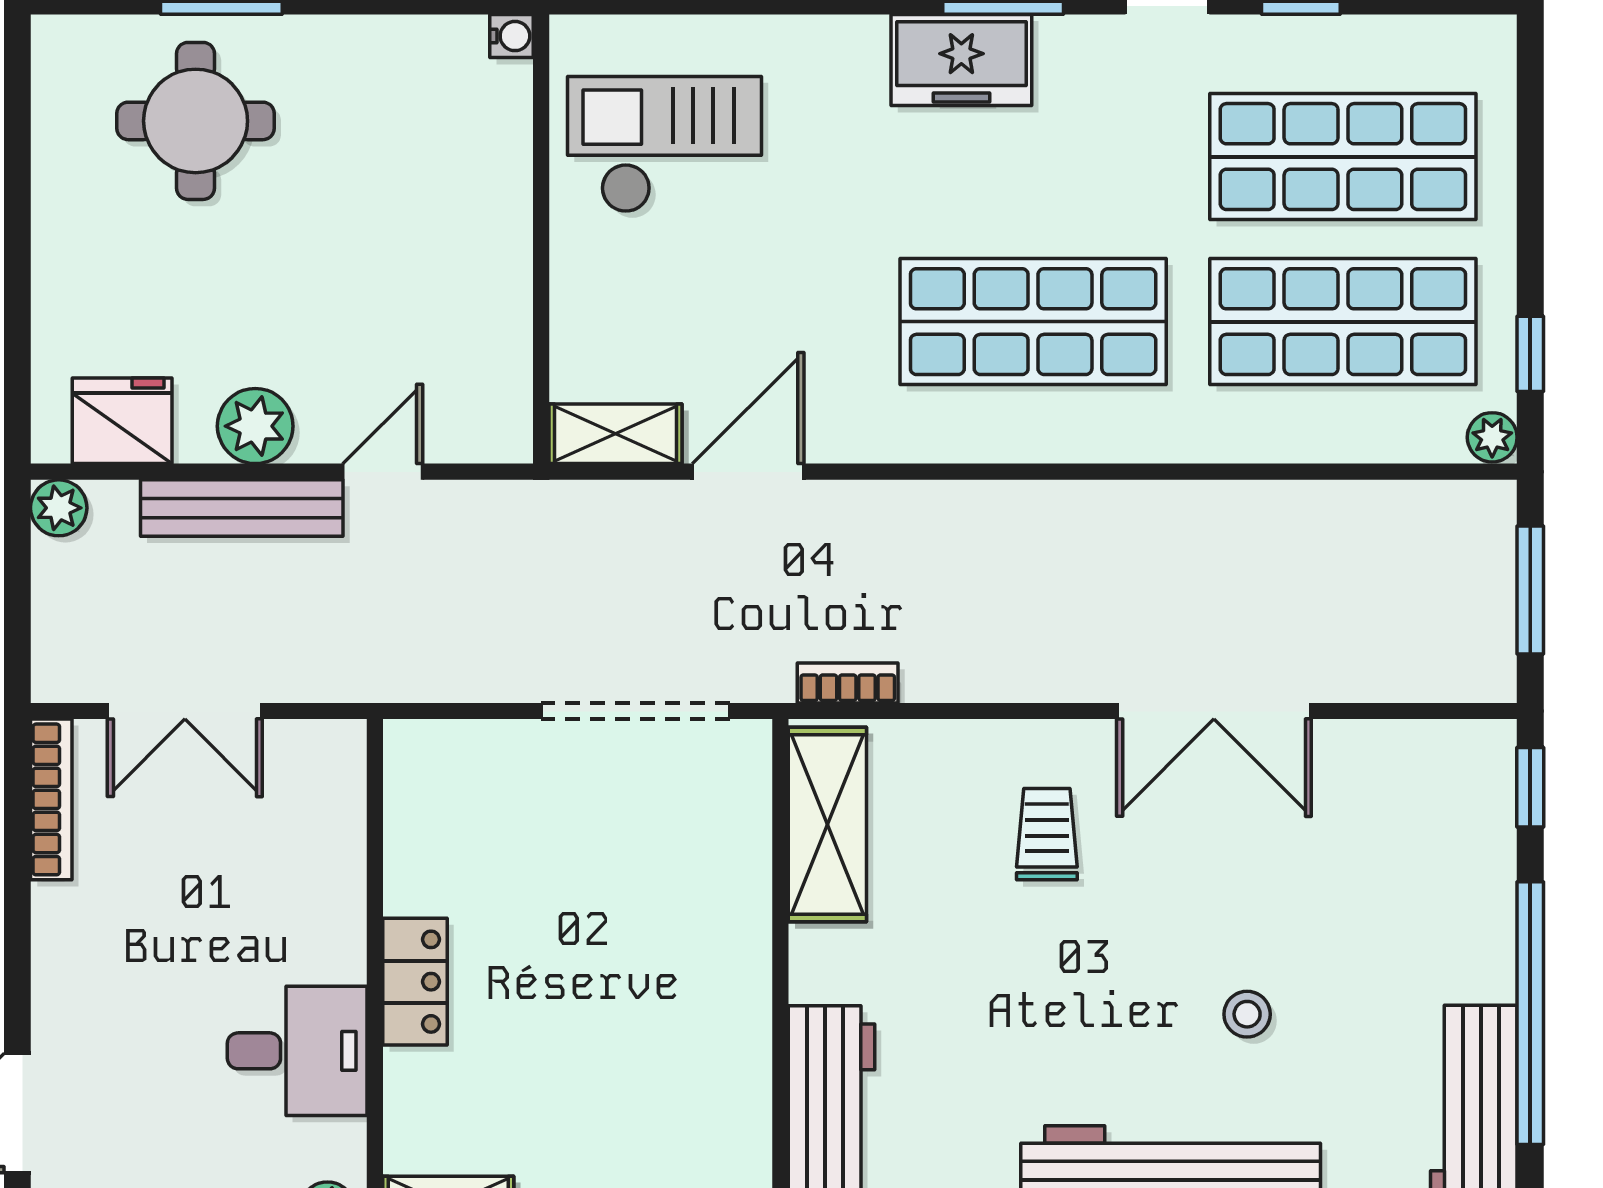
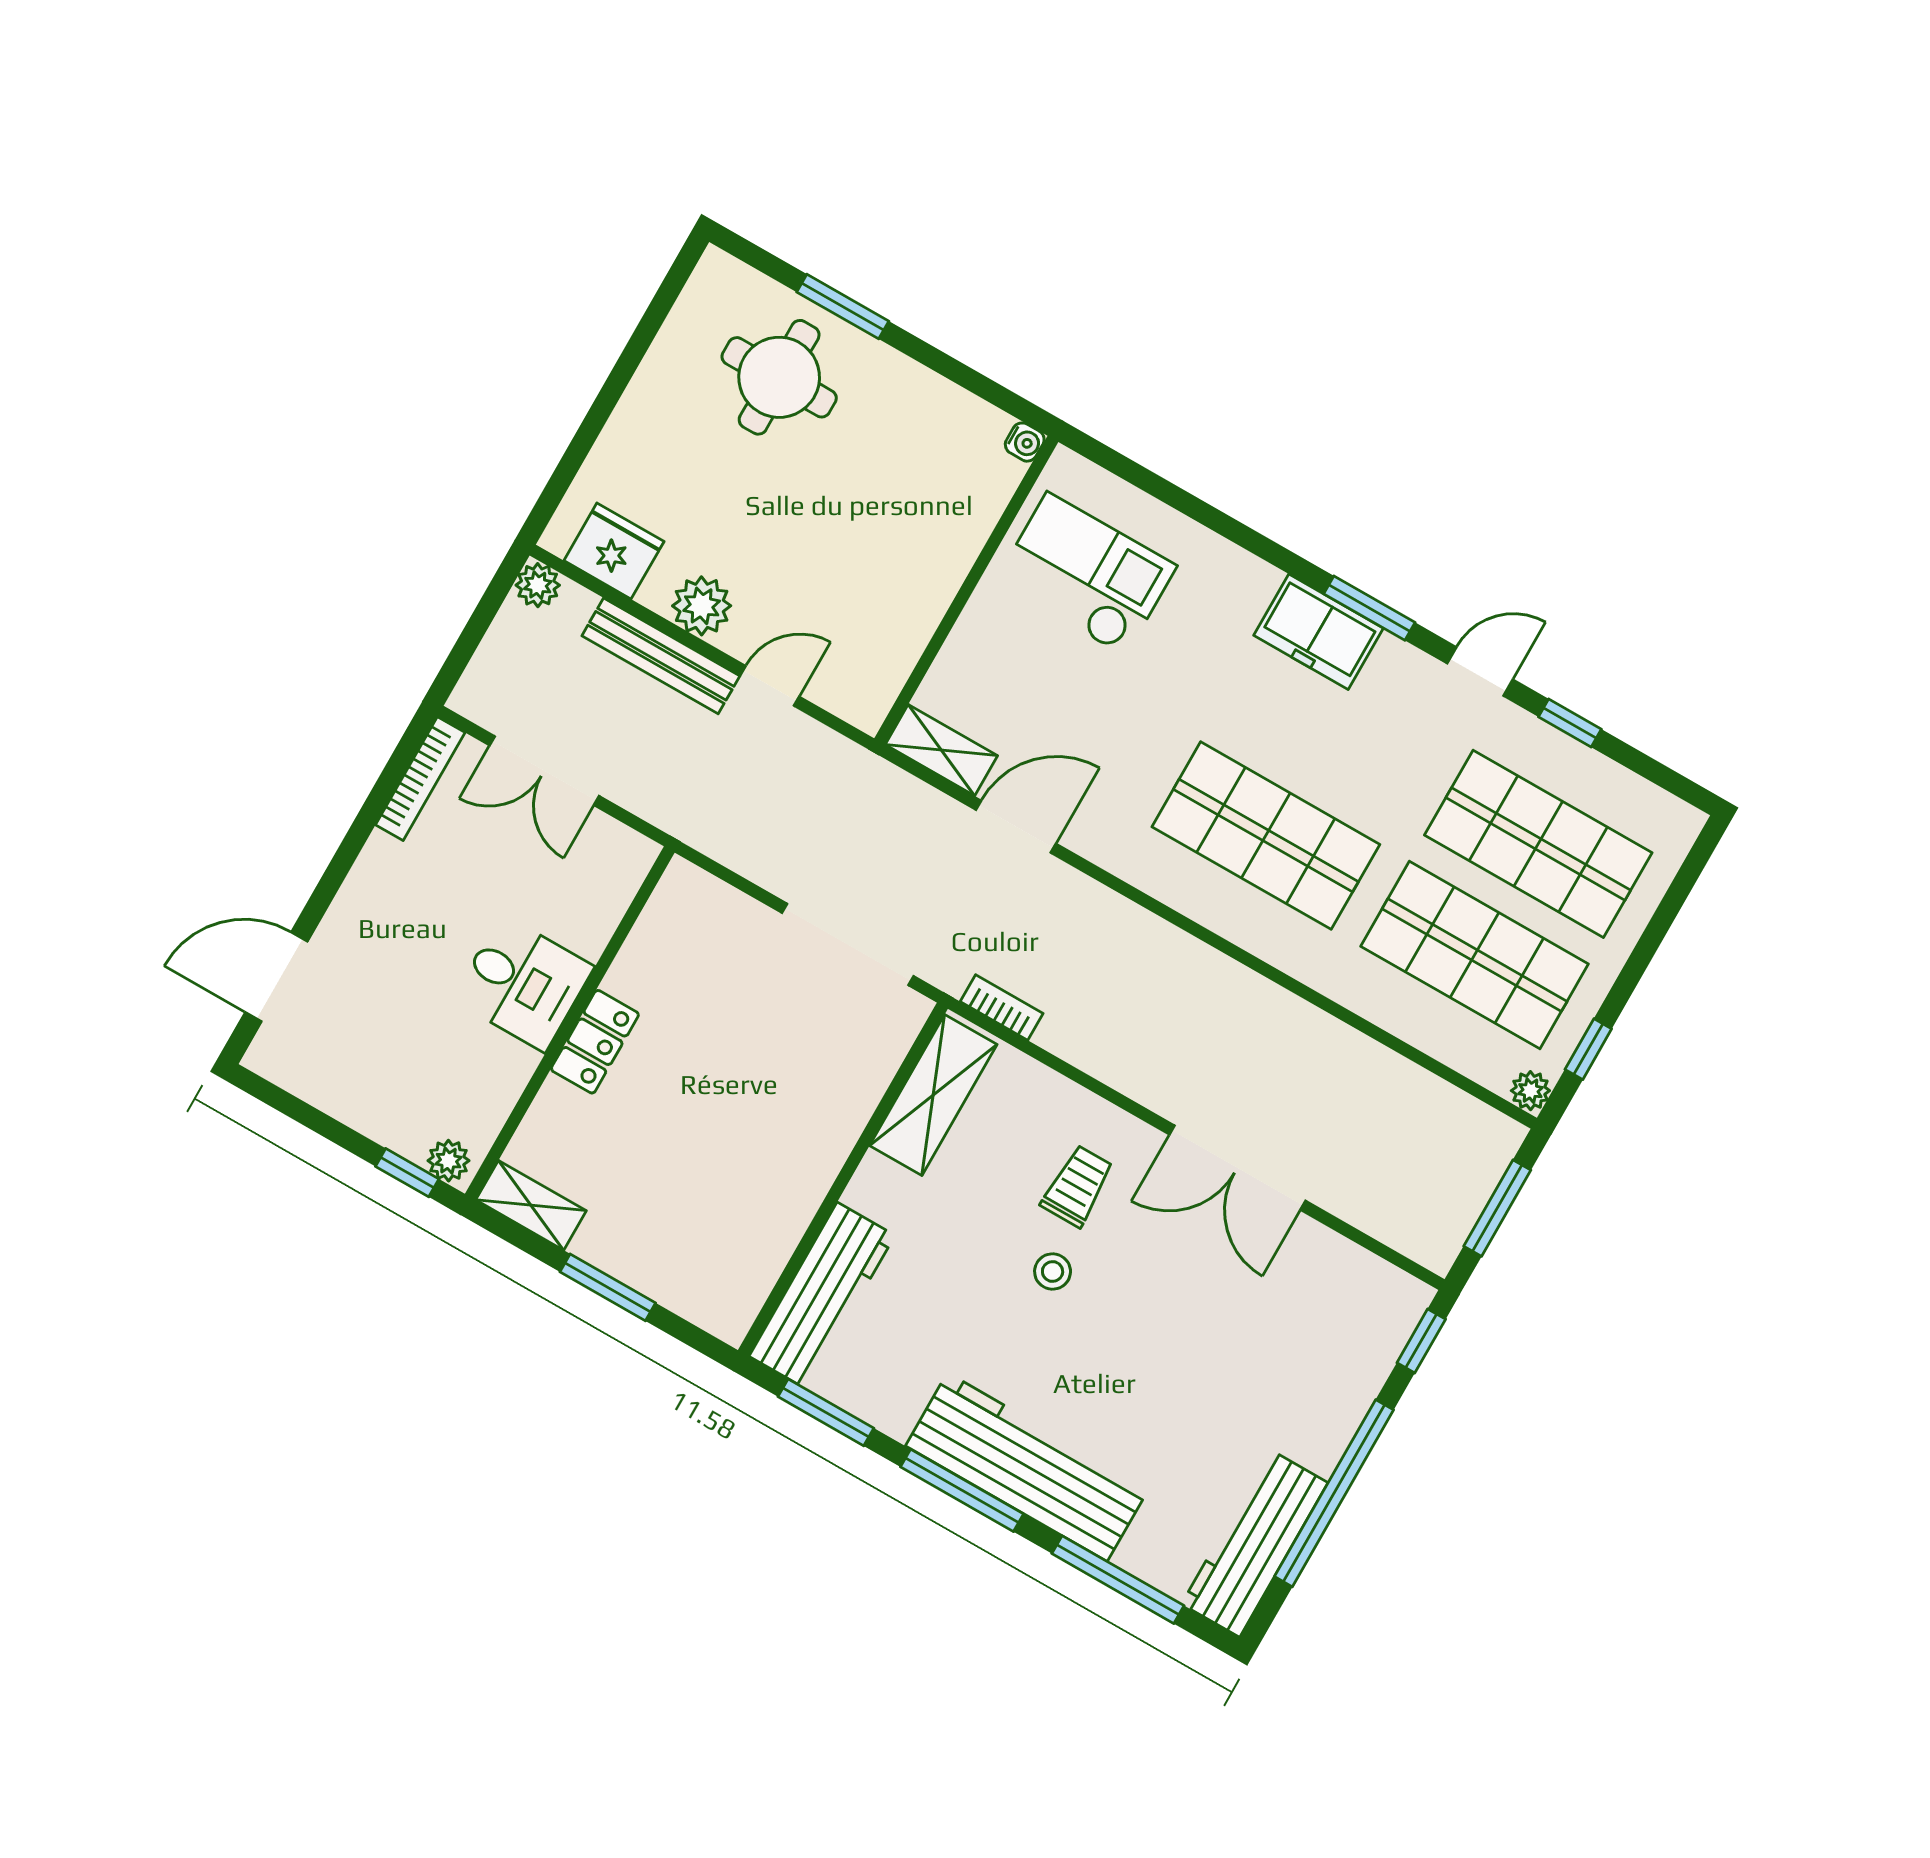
stool: (1247, 1014) -> (1053, 1271), moved
desk: (297, 1051) -> (523, 983), moved

